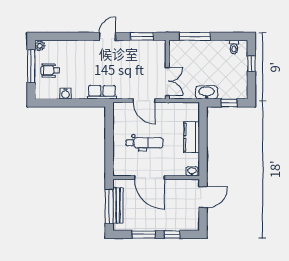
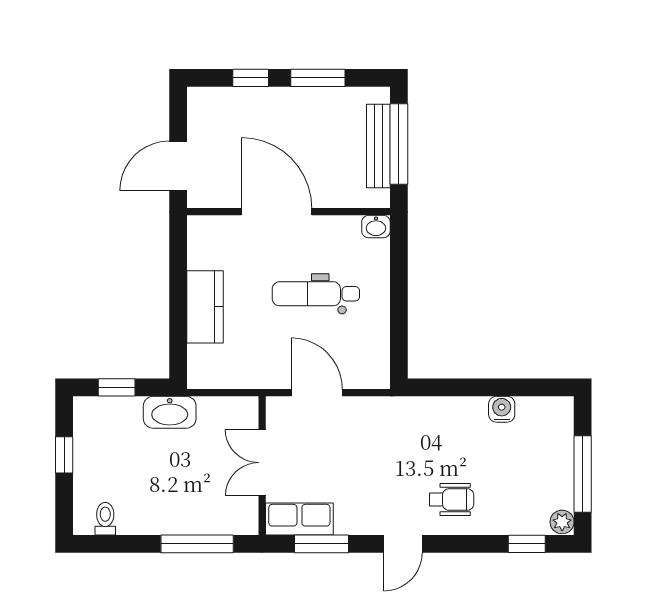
window: (55, 36) -> (527, 544), added
window: (251, 64) -> (64, 455), moved
wheelchair: (50, 70) -> (452, 500), moved
double door: (167, 81) -> (262, 463), moved
row of seats: (102, 92) -> (299, 519), moved, turned 180
washbasin: (192, 171) -> (376, 227), moved
door: (150, 178) -> (277, 212), moved

